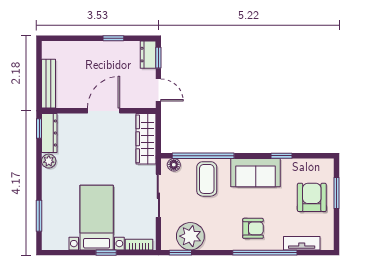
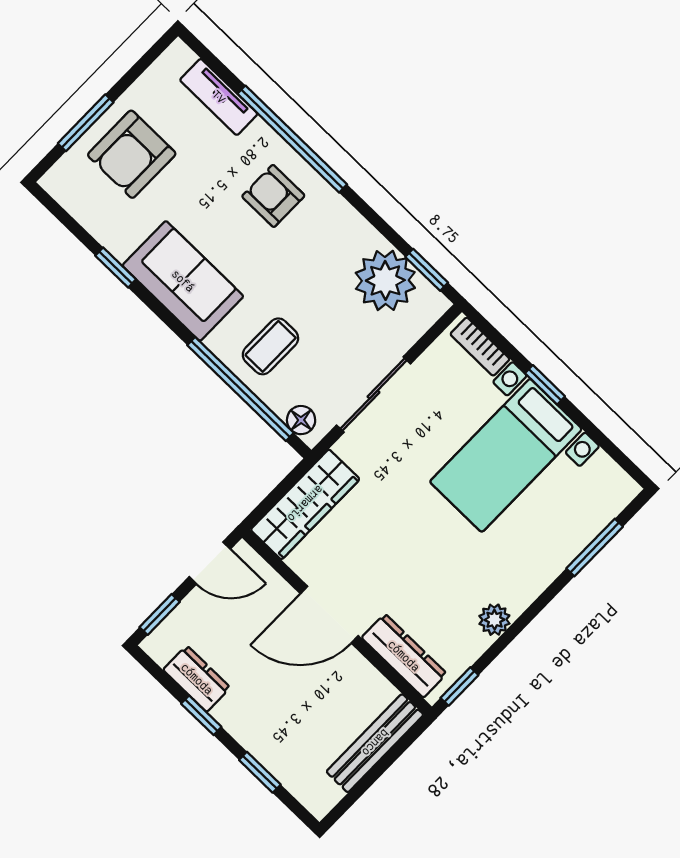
window: (77, 38) -> (260, 772), added
dresser: (148, 55) -> (197, 679), moved, turned -90
door: (158, 90) -> (210, 563), swing flipped
dresser: (49, 133) -> (404, 656), moved, turned 90
coffee table: (207, 179) -> (270, 346), width x0.73, depth x0.77

